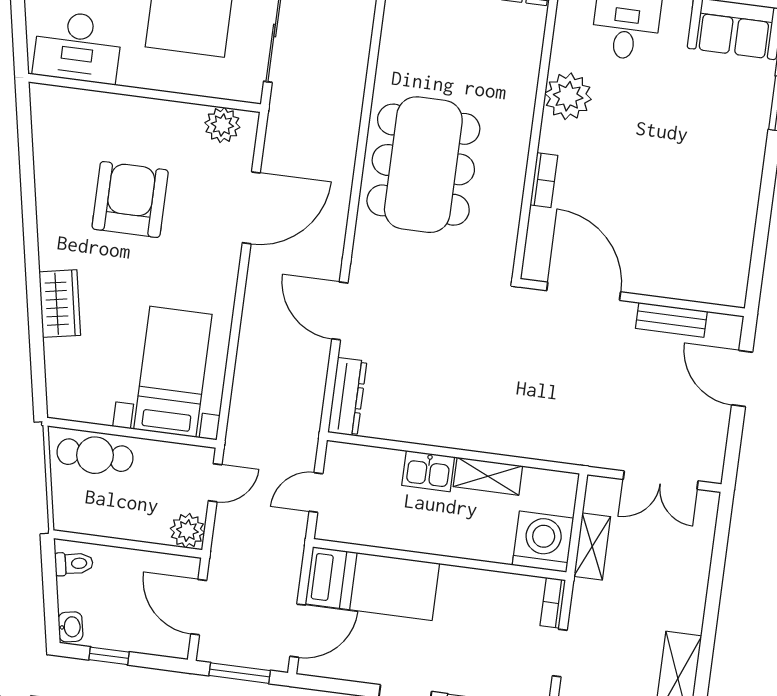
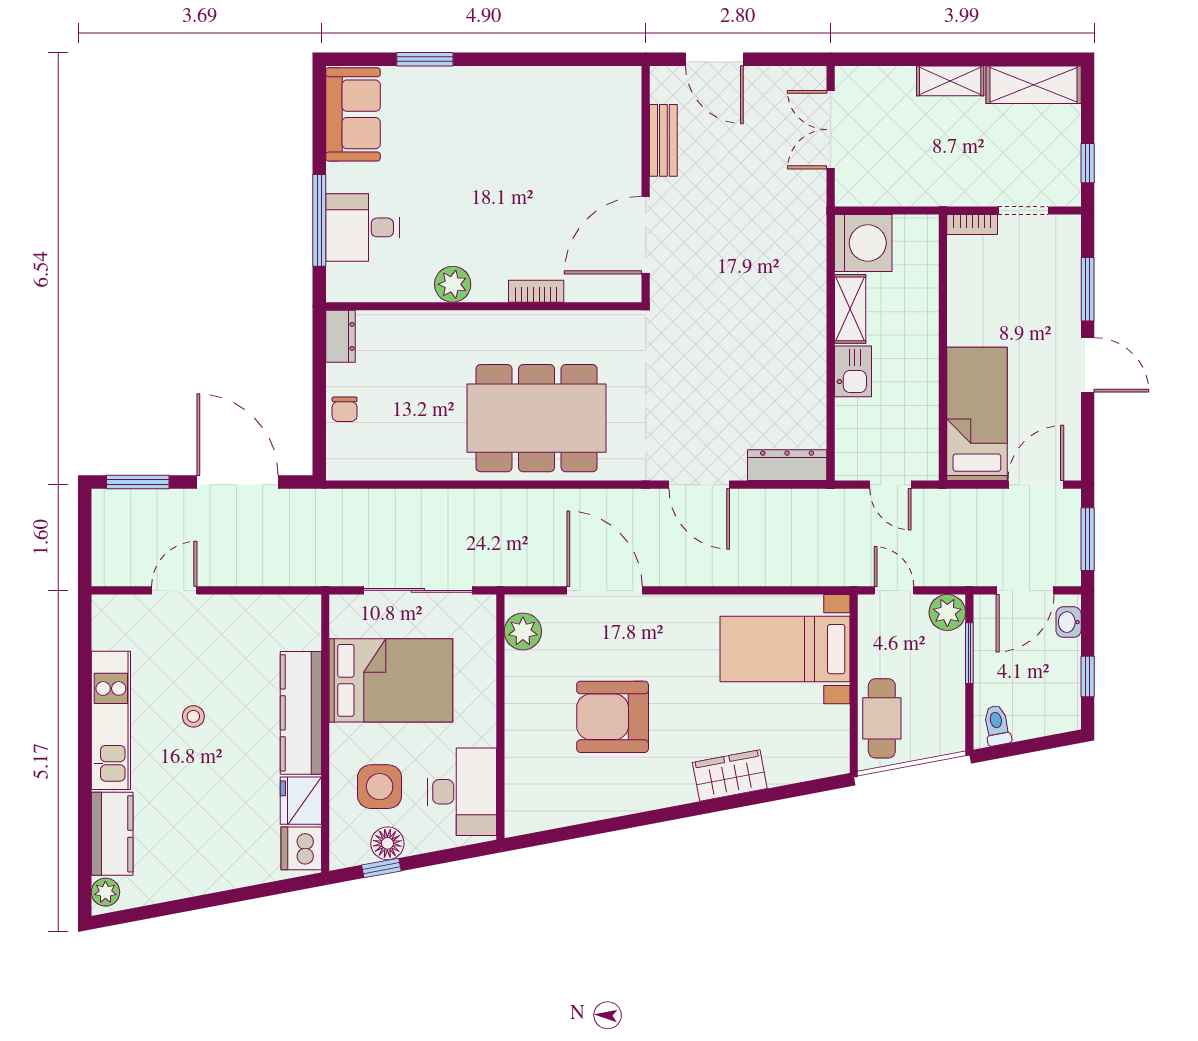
plant: (568, 96) -> (453, 284), width x0.73, depth x0.73
door: (340, 311) -> (699, 485), hinge flipped
door: (742, 379) -> (714, 59), hinge flipped
double door: (661, 480) -> (831, 130), swing flipped
washing machine: (543, 542) -> (863, 243), moved, turned 180
window: (146, 546) -> (969, 653), added
shelving: (592, 547) -> (950, 81), moved
washbasin: (70, 627) -> (1069, 622), moved, turned -79
door: (298, 631) -> (1036, 485), hinge flipped

